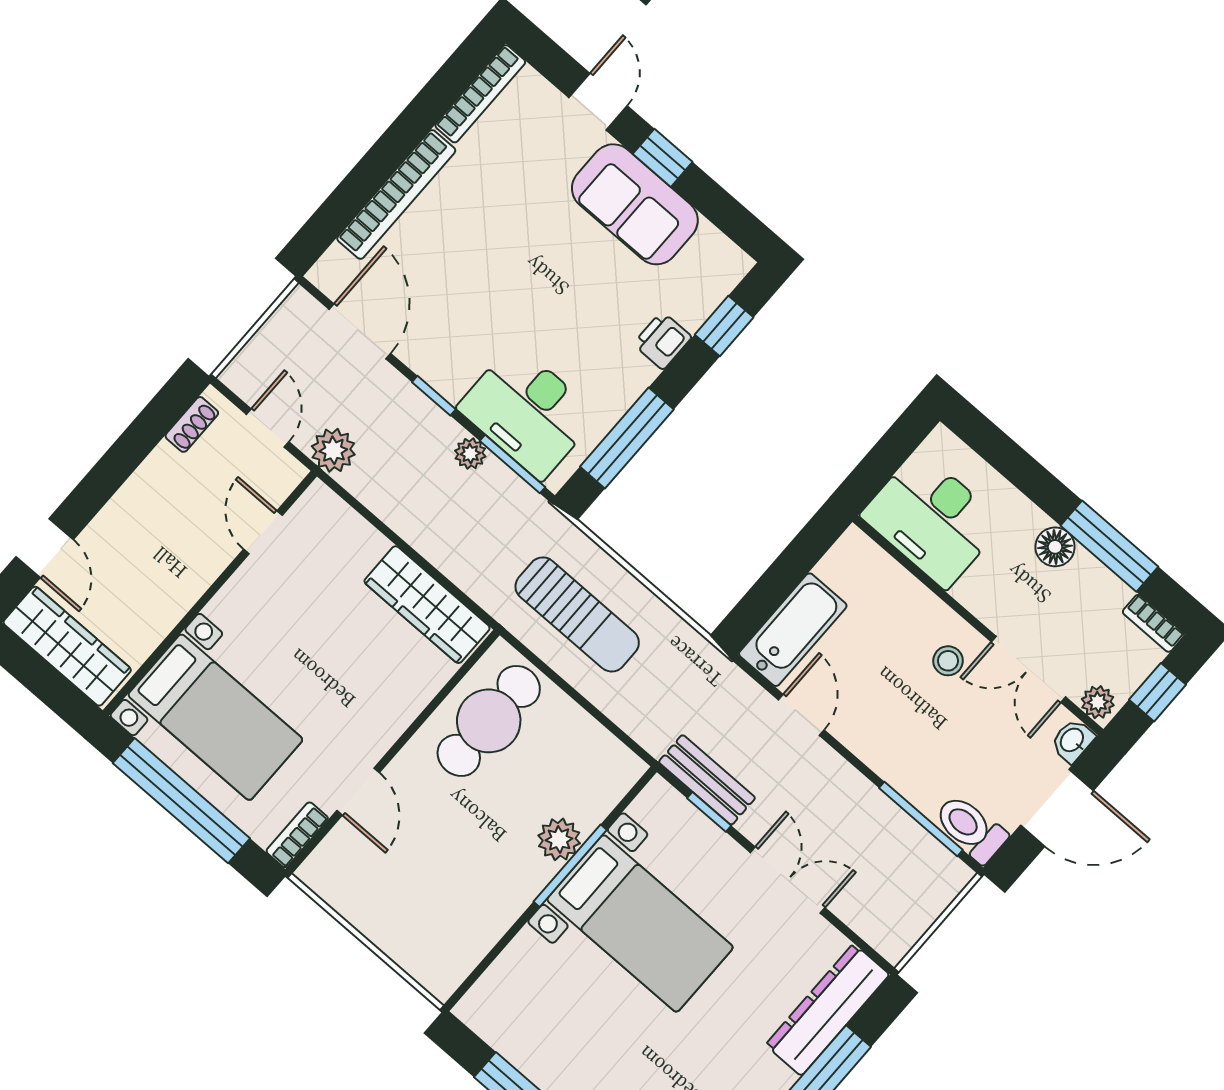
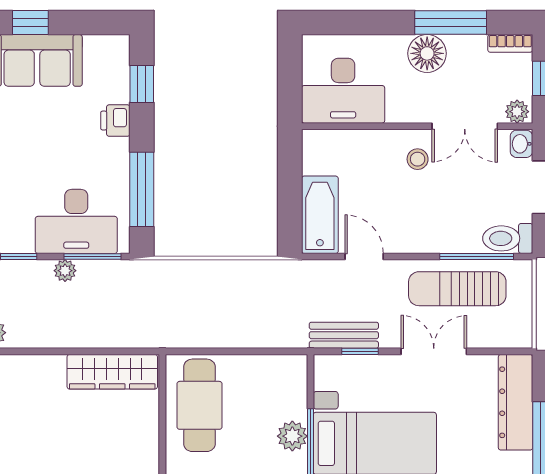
floor lamp: (1055, 547) -> (427, 53), width x1.38, depth x1.38
sun lounger: (577, 614) -> (457, 289), moved, turned 180

